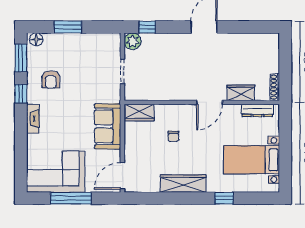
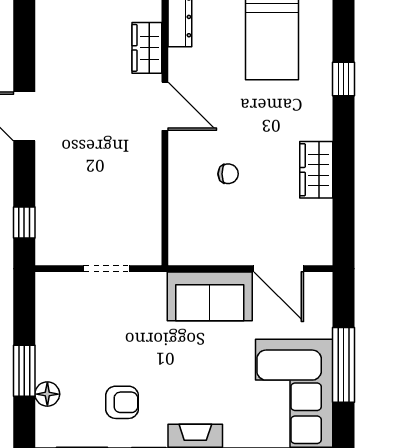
floor lamp: (36, 39) -> (47, 394), moved
plant: (133, 41) -> (51, 250), removed
wardrobe: (140, 113) -> (184, 237), removed
door: (122, 176) -> (279, 269), moved
wardrobe: (183, 184) -> (316, 170), width x0.67

